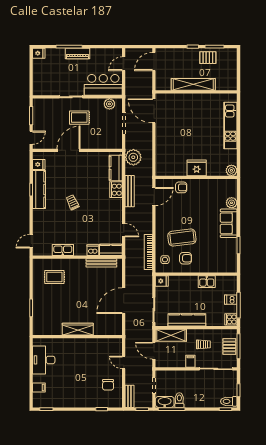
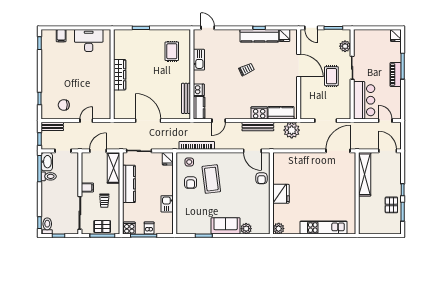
shelving: (193, 84) -> (365, 174), moved
plant: (109, 104) -> (345, 46), moved

